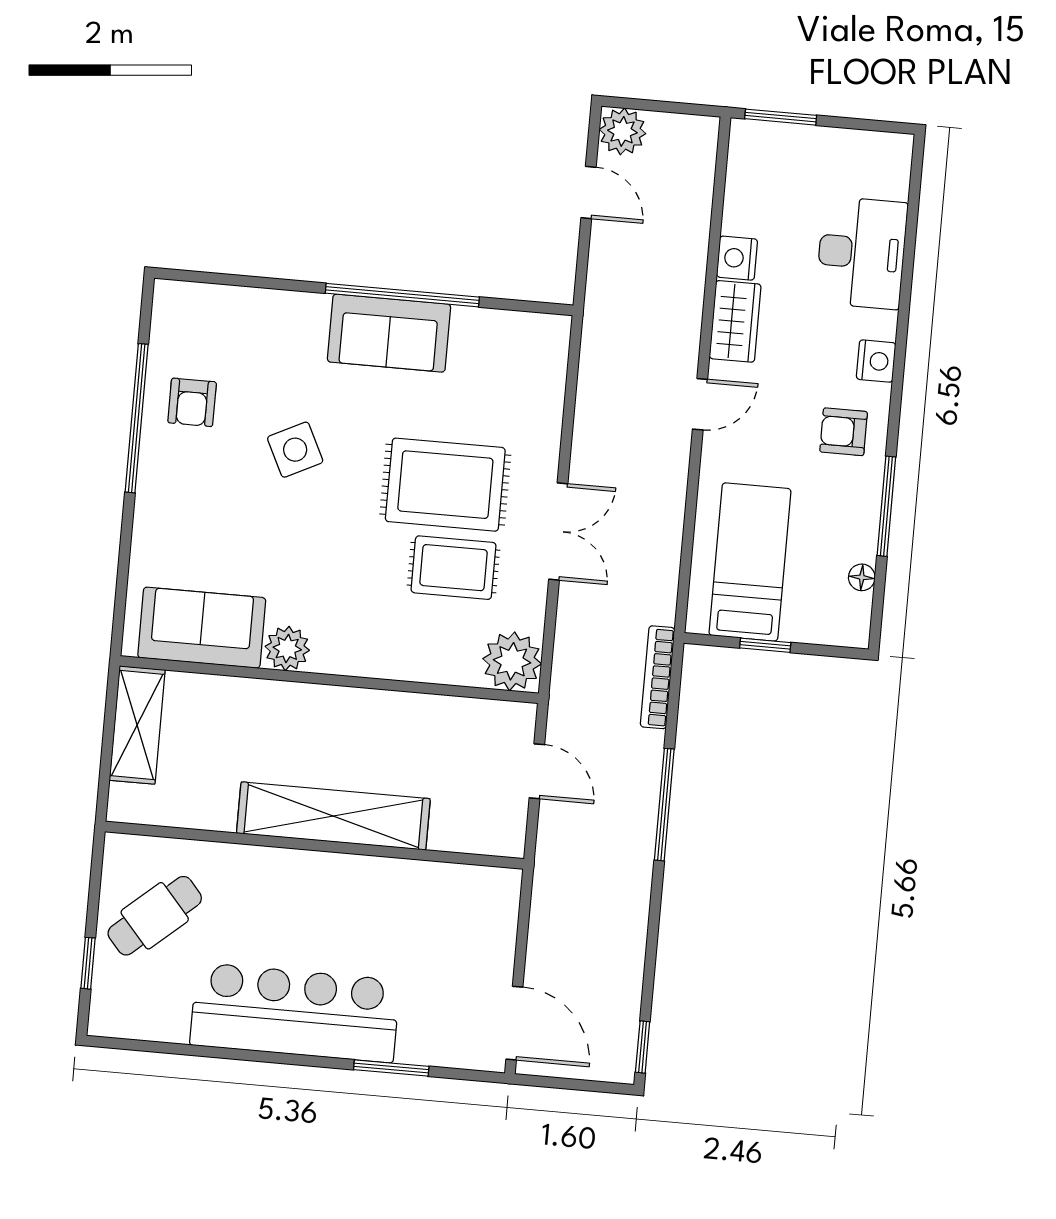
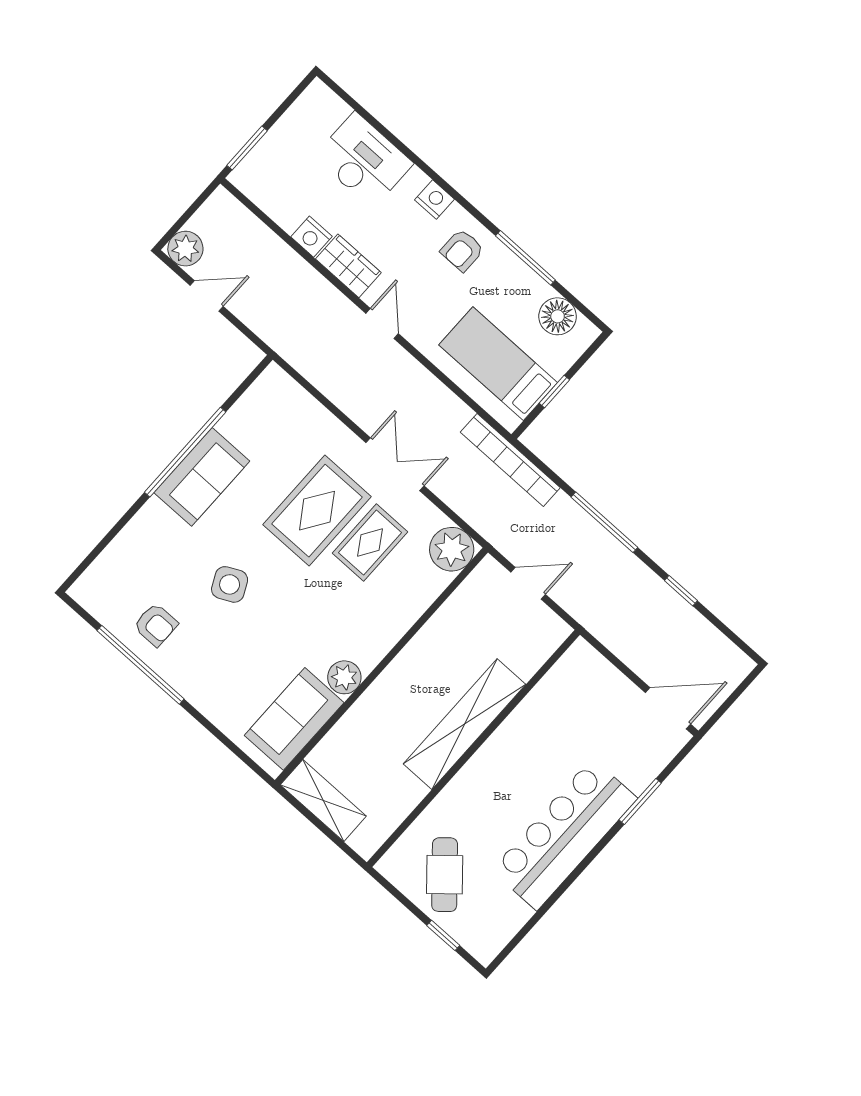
floor lamp: (862, 577) -> (558, 316), width x1.89, depth x1.89
bookcase: (658, 677) -> (510, 460), width x1.48, depth x1.31
window: (643, 1047) -> (681, 591), moved

